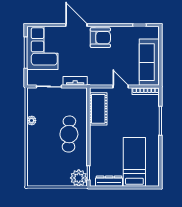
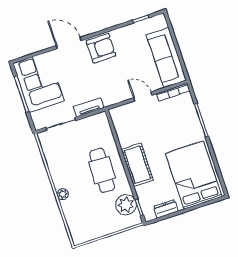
cot: (98, 109) -> (137, 165), moved
plant: (32, 121) -> (62, 194), moved
bed: (134, 162) -> (194, 175), width x1.50
plant: (79, 178) -> (126, 205), moved
dresser: (109, 181) -> (166, 209), width x0.70

